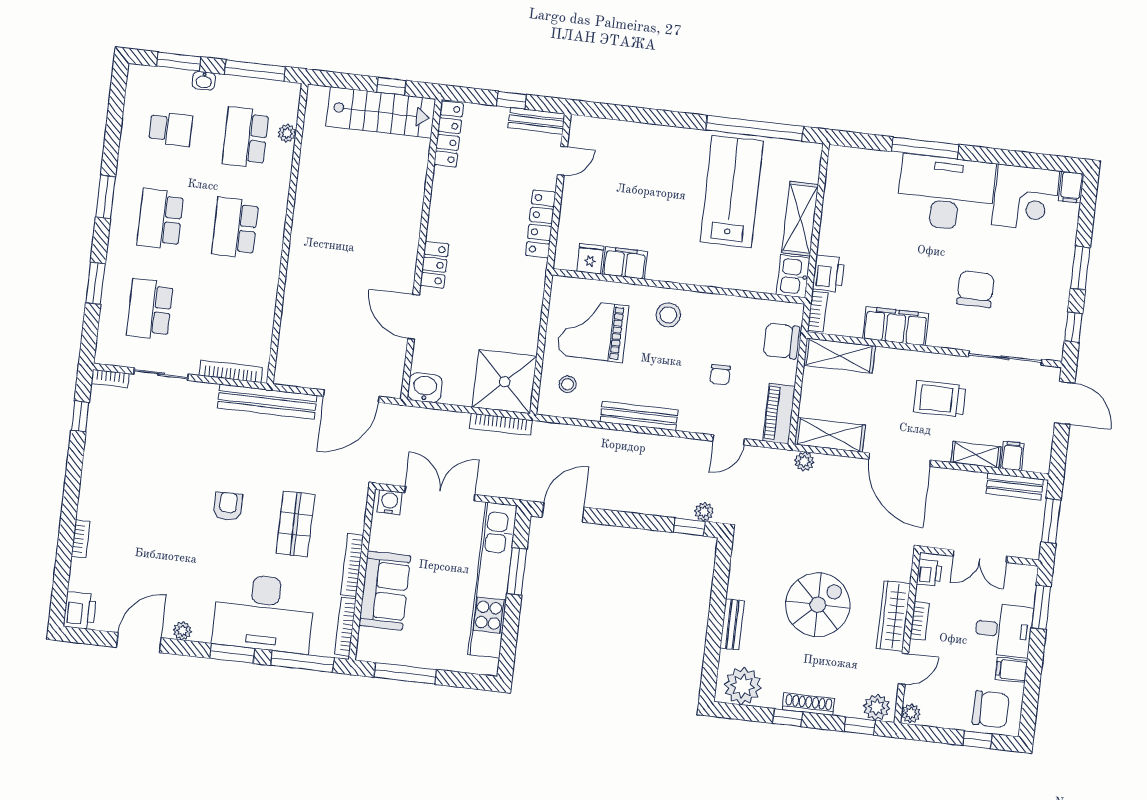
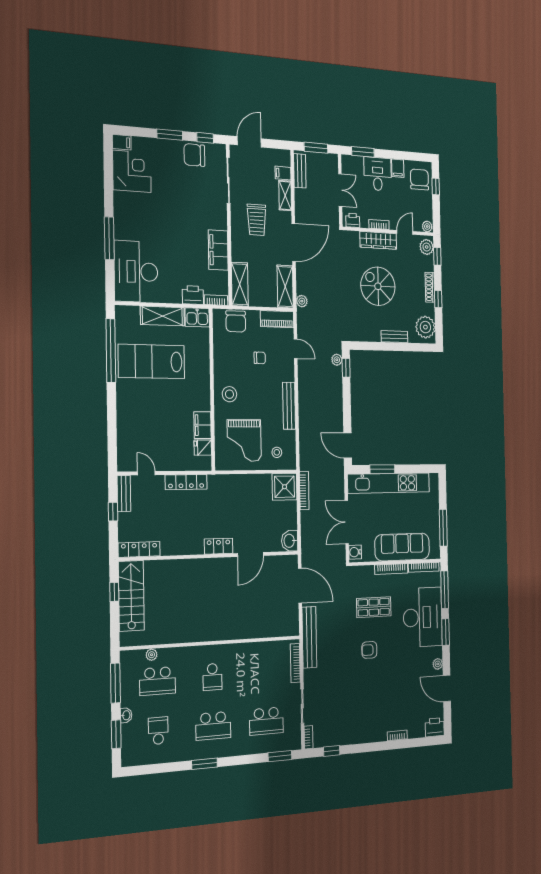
desk: (946, 193) -> (136, 272), moved
school desk: (235, 228) -> (212, 677), width x0.54
window: (96, 283) -> (280, 756), moved
chair: (975, 289) -> (194, 155), moved
shower: (505, 382) -> (285, 487), width x0.73, depth x0.73
sofa: (385, 591) -> (402, 547), width x1.36
door: (904, 669) -> (405, 232), hinge flipped

